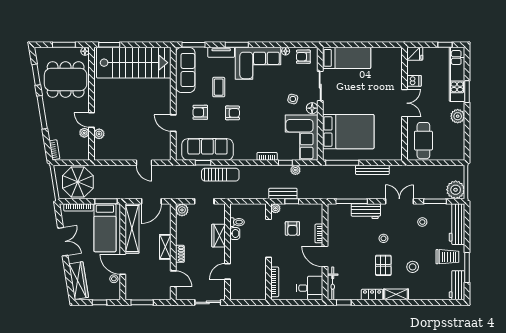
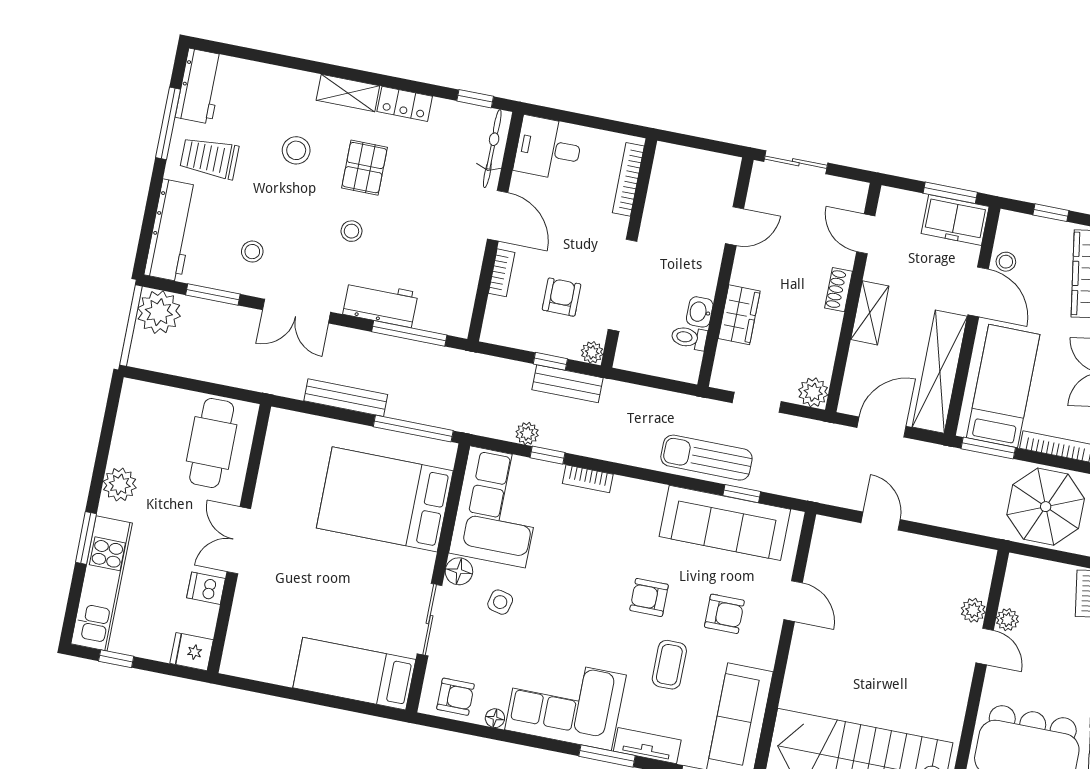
freezer: (138, 292) -> (955, 220), added

